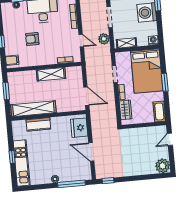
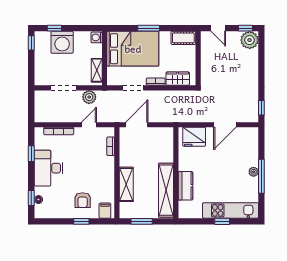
armchair: (32, 39) -> (83, 200), moved
shelving: (51, 74) -> (126, 184), moved
door: (86, 96) -> (137, 125), moved
window: (172, 162) -> (246, 28), added
window: (71, 184) -> (261, 176), moved

